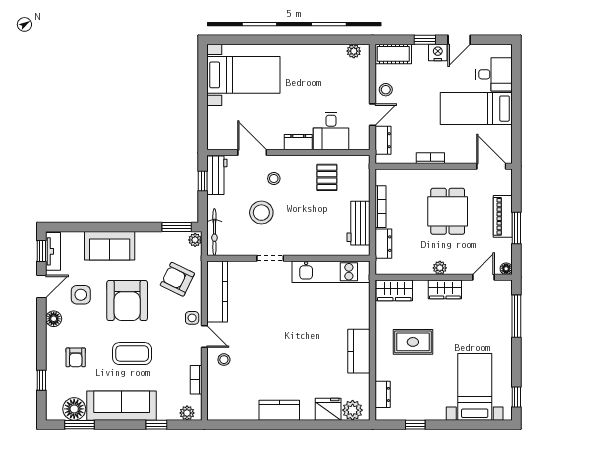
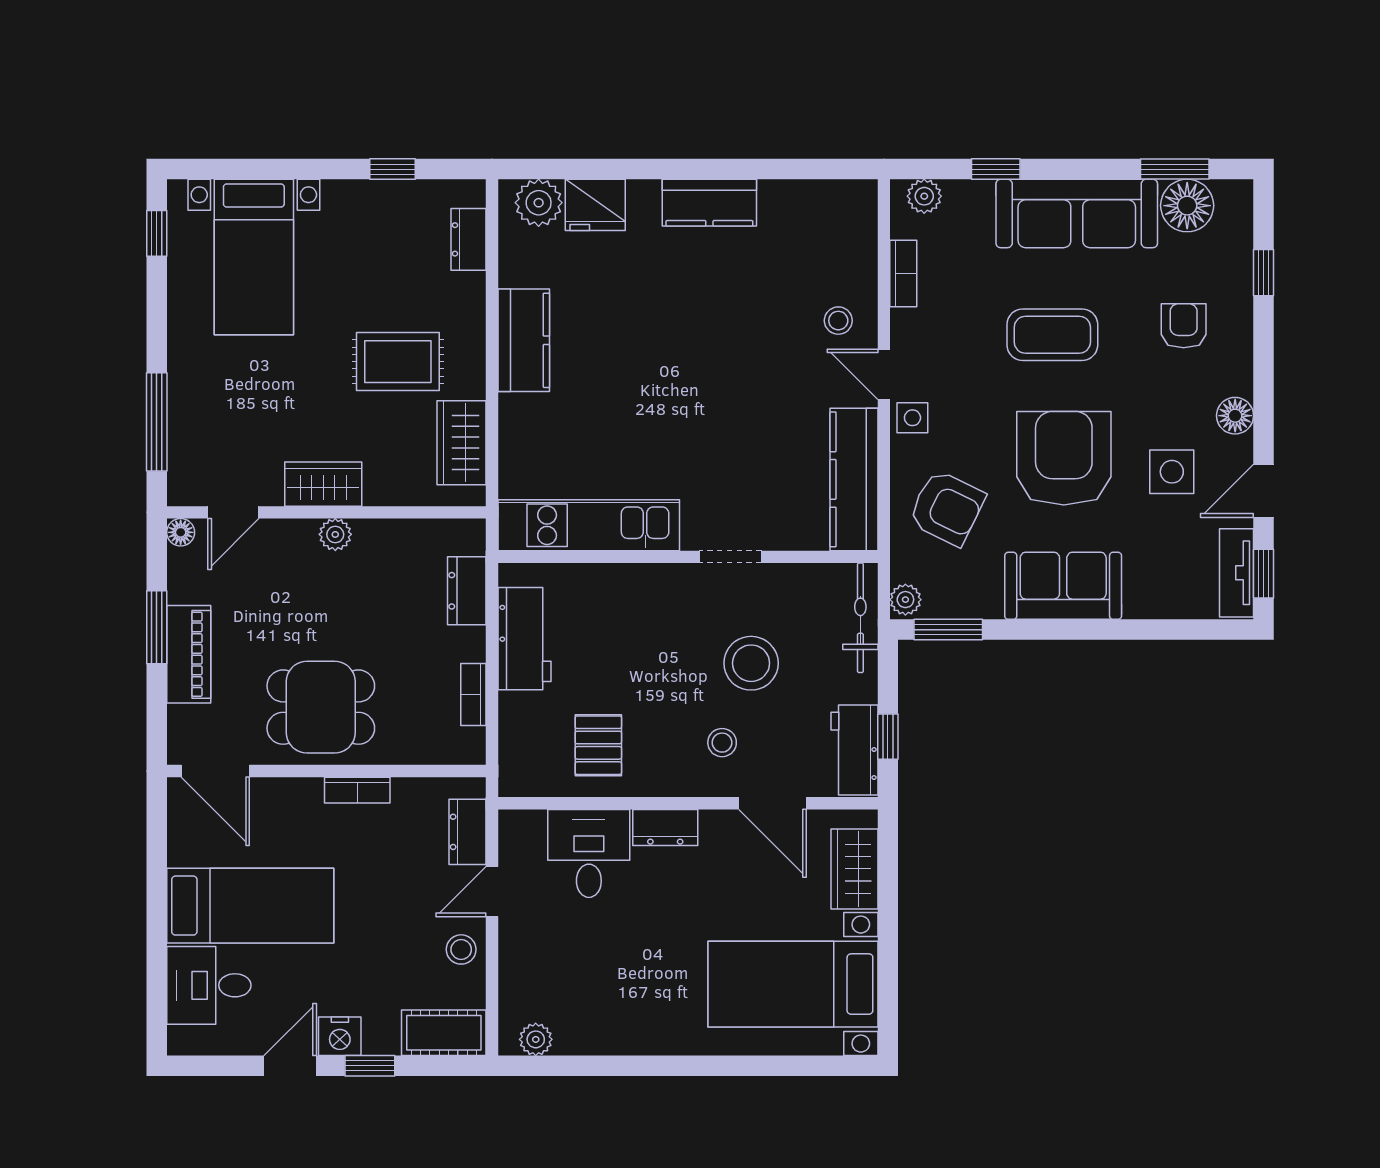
wardrobe: (217, 124) -> (855, 869), added
bookcase: (380, 207) -> (473, 694), width x0.64
dining table: (448, 211) -> (321, 707), moved, turned 90
sofa: (110, 246) -> (1063, 586), moved
wardrobe: (394, 290) -> (462, 443), moved, turned -90

